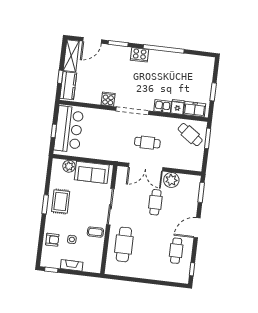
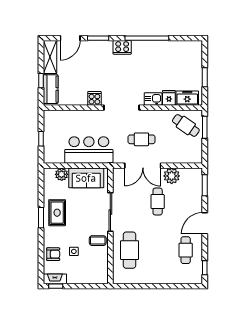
bar counter: (69, 129) -> (89, 150), moved, turned -90
fireplace: (72, 265) -> (55, 279), moved

